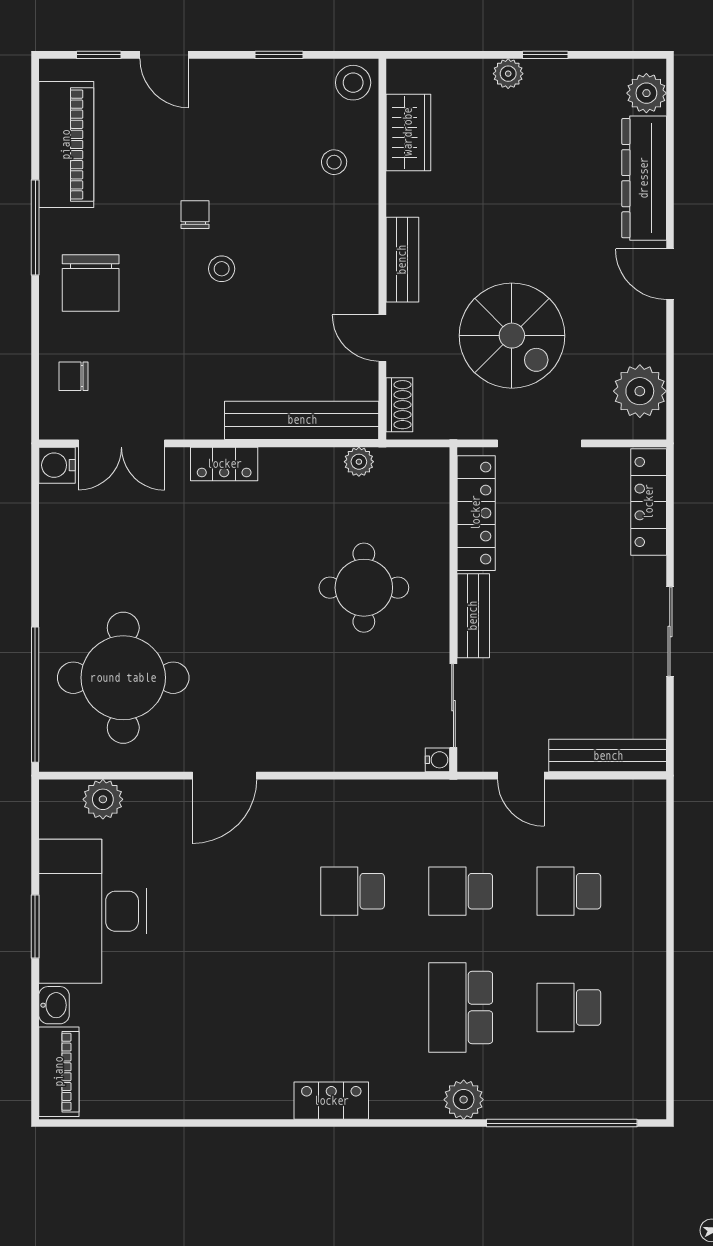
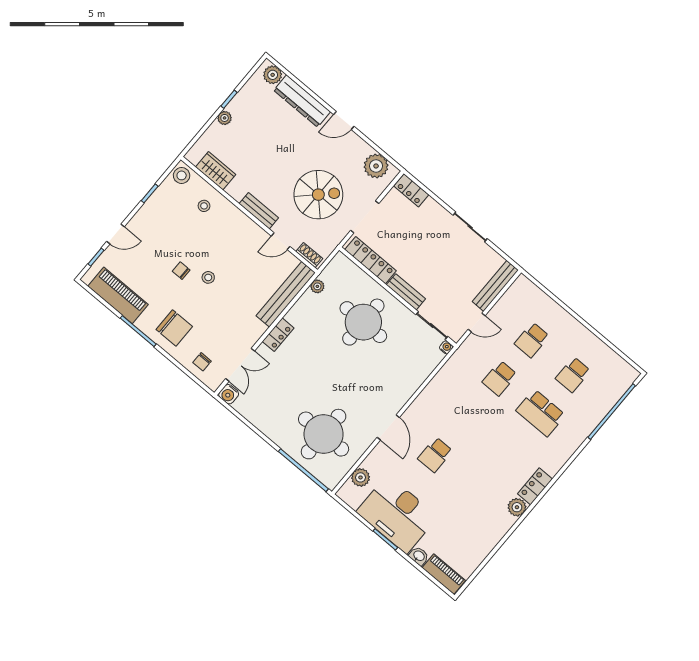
locker: (649, 502) -> (411, 190), width x0.66
round table: (364, 588) -> (363, 322), width x1.36, depth x1.36
school desk: (353, 891) -> (435, 455), moved
plant: (464, 1100) -> (517, 507), moved

